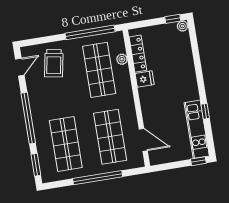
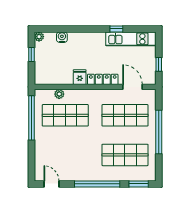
window: (173, 19) -> (31, 55), moved
water cooler: (186, 52) -> (62, 37), added
locker: (138, 54) -> (103, 79), moved
trolley: (54, 63) -> (53, 154), removed
door: (143, 140) -> (132, 87), hinge flipped
window: (198, 161) -> (159, 64), moved

